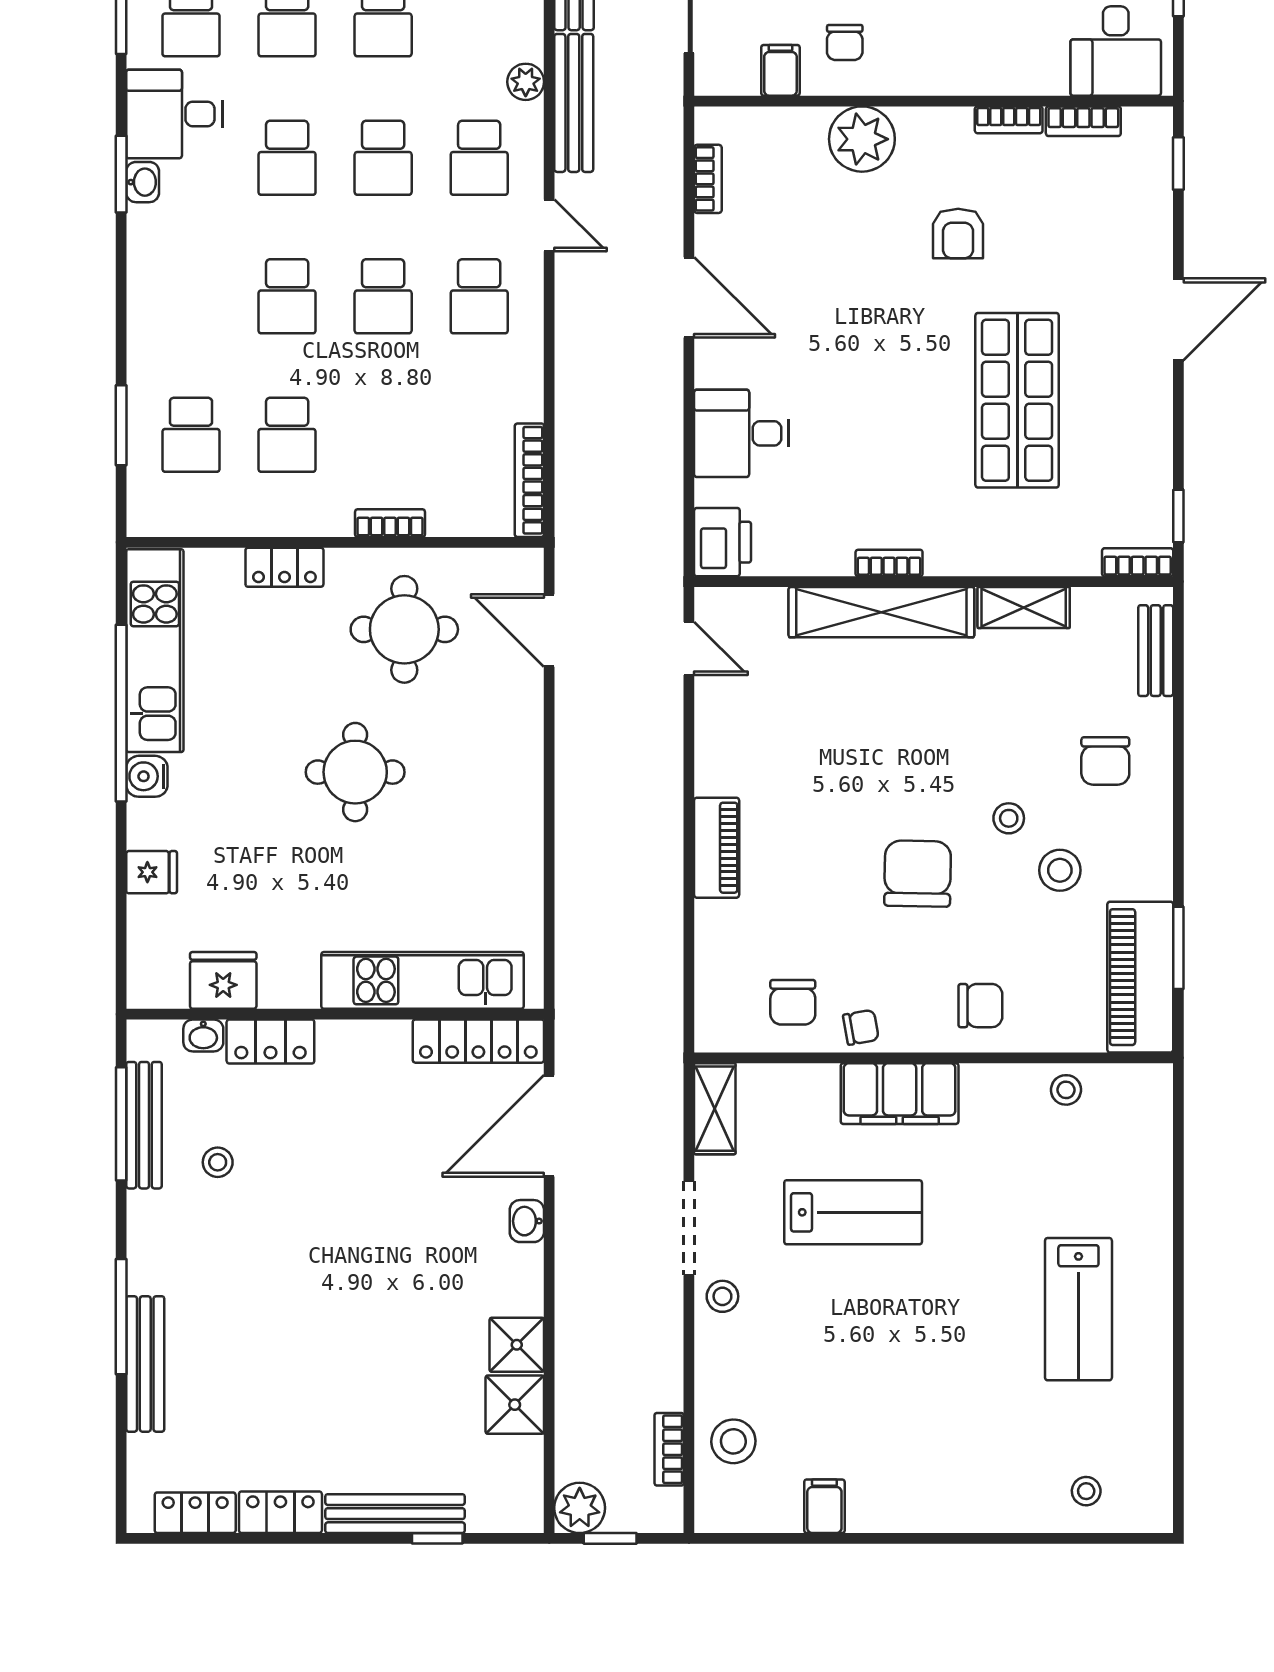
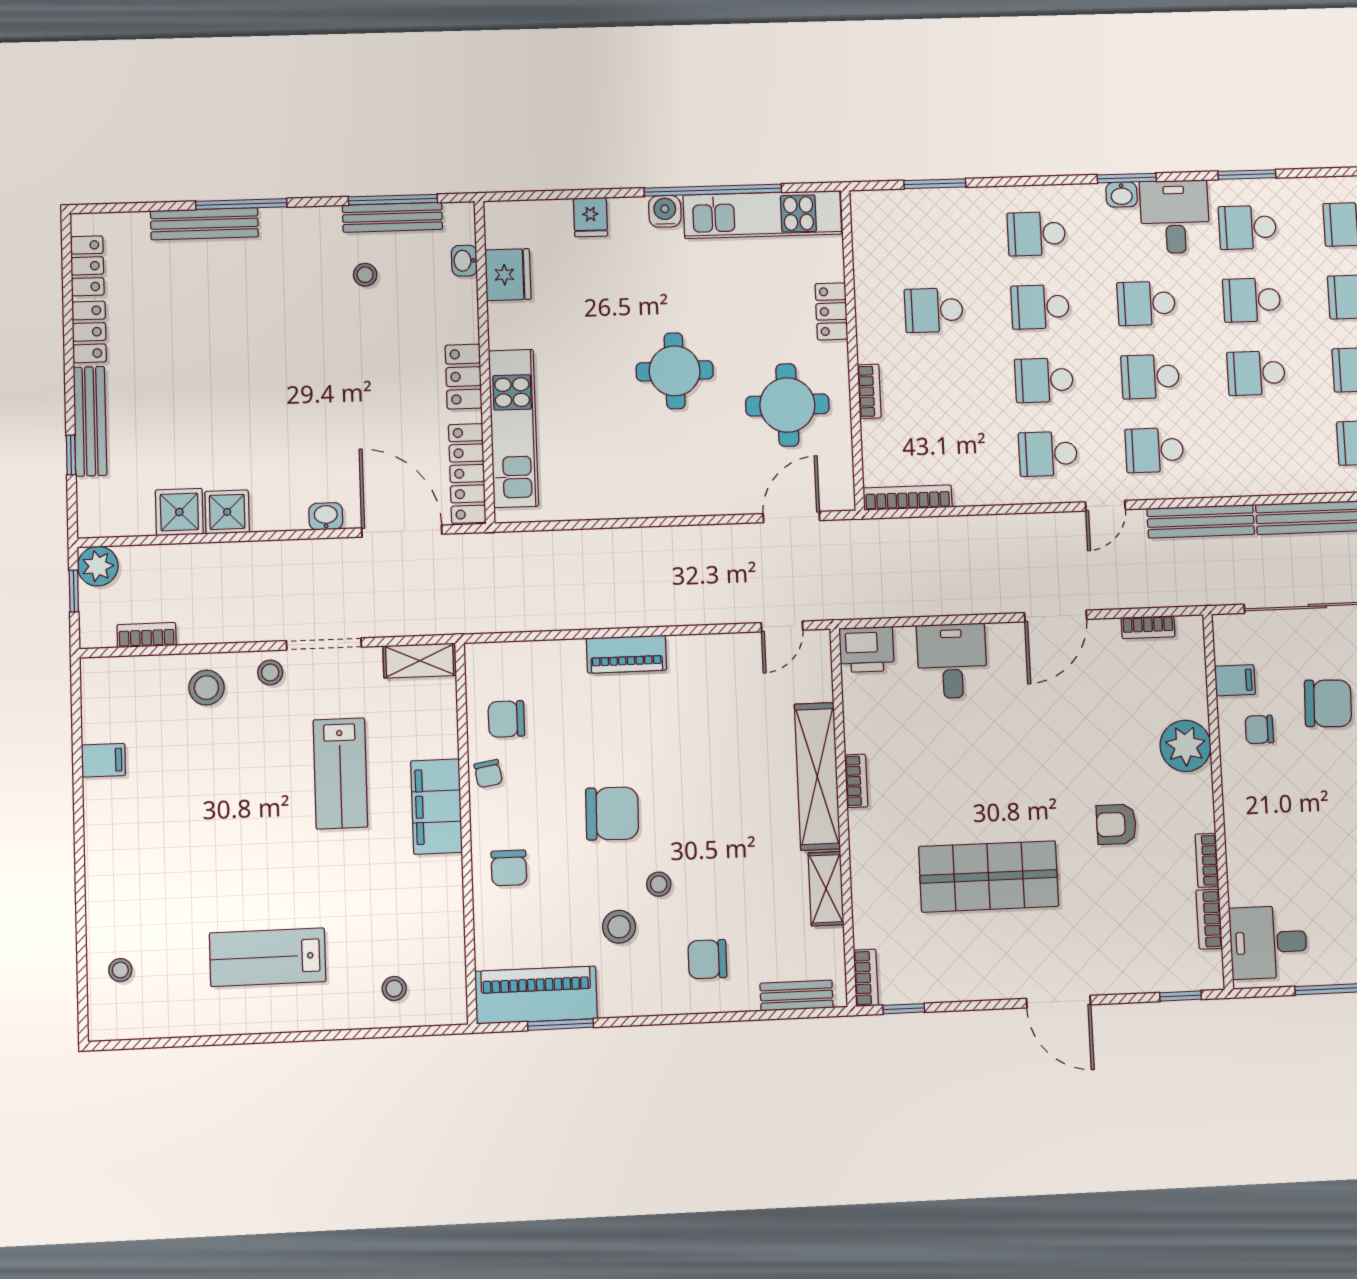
plant: (526, 82) -> (1215, 484), removed
school desk: (191, 435) -> (1036, 234), moved
locker: (270, 1041) -> (464, 377), moved
stool: (1066, 1090) -> (394, 988), moved
stool: (733, 1441) -> (206, 688), moved

